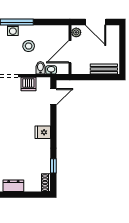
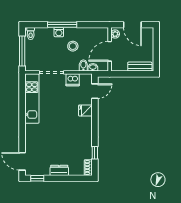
fridge: (43, 132) -> (85, 110), moved

